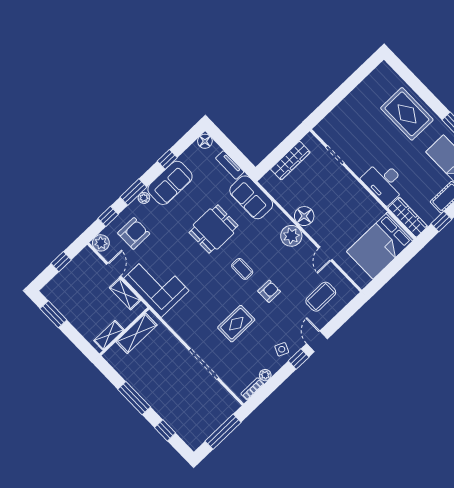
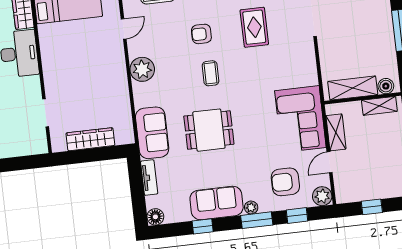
floor lamp: (304, 216) -> (116, 79), removed
rug: (236, 324) -> (254, 27), turned 90
boiler: (115, 352) -> (386, 86), added

